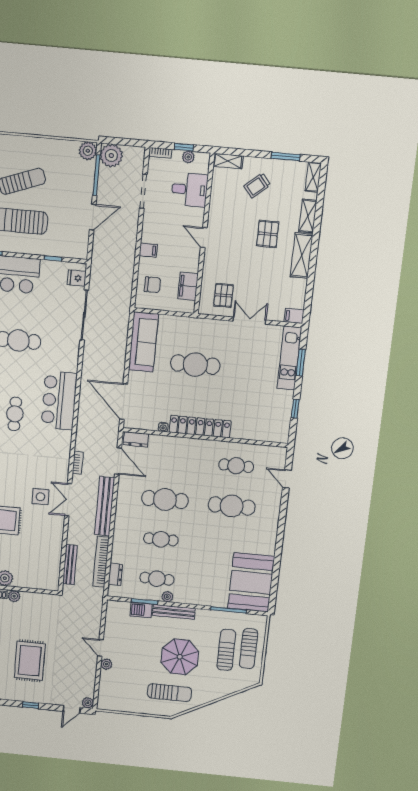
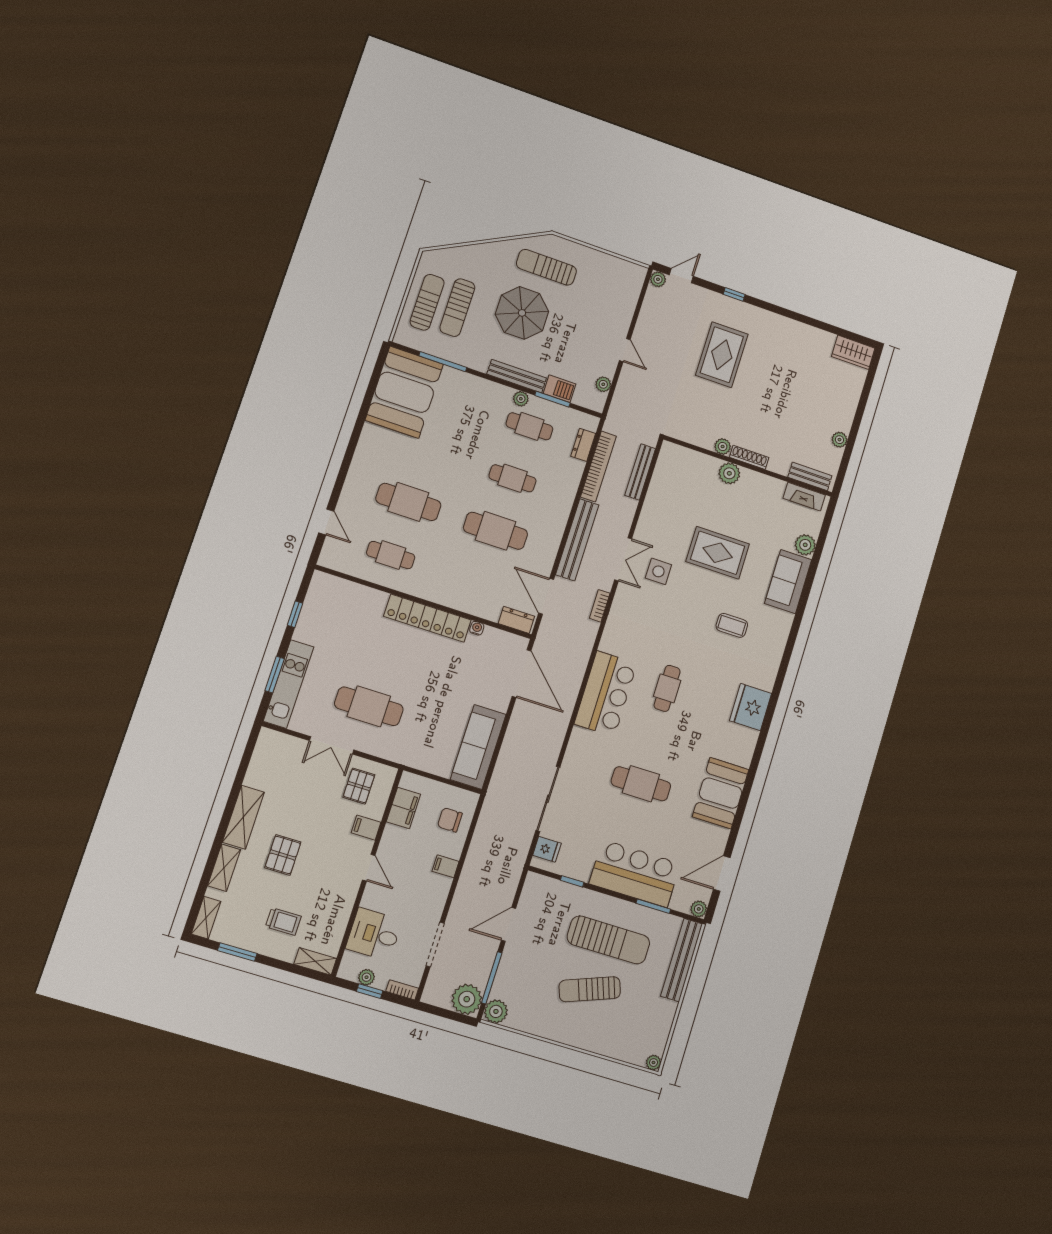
trolley: (257, 186) -> (283, 922), turned 40
filing cabinet: (294, 316) -> (366, 828), moved, turned 180
cafe table: (195, 365) -> (369, 706), moved
plant: (106, 664) -> (603, 384), moved

